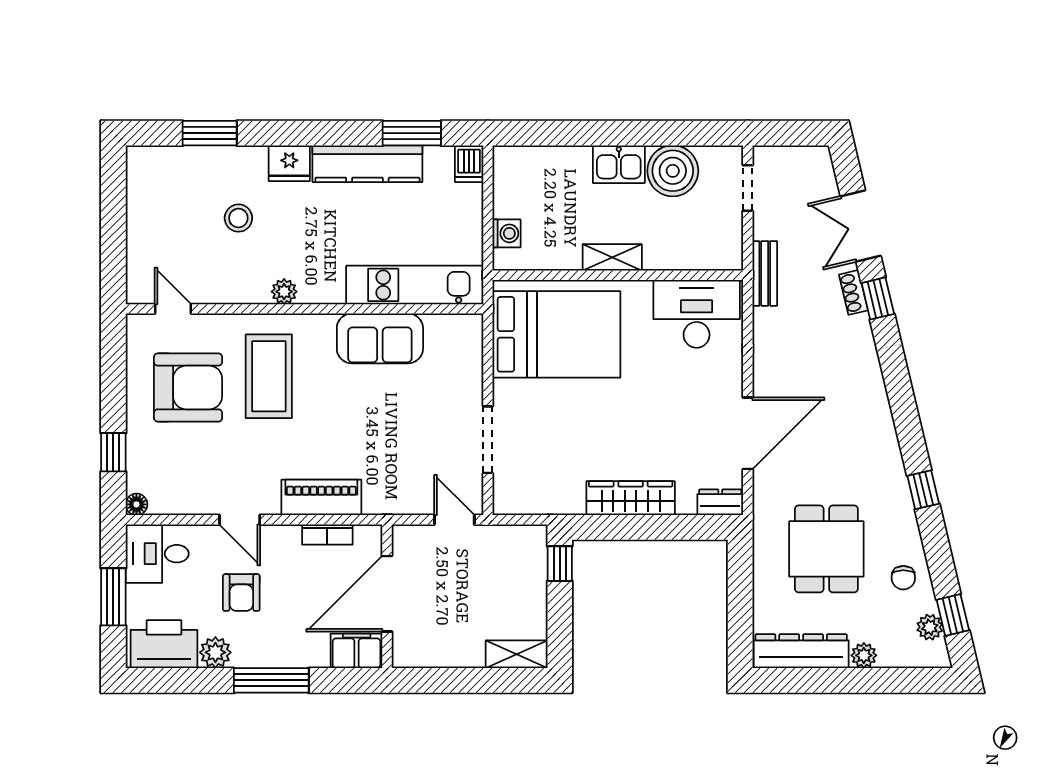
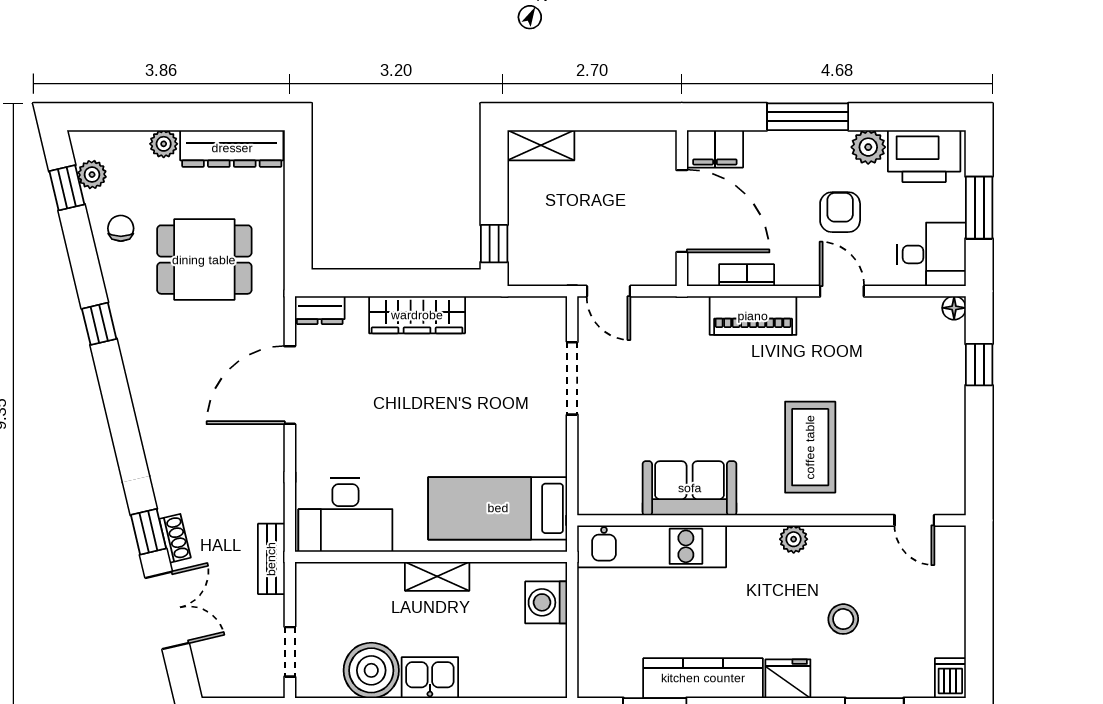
dishwasher: (469, 164) -> (950, 678), moved
washing machine: (506, 233) -> (546, 602), width x1.38, depth x1.38
bed: (556, 334) -> (498, 508), width x0.67
armchair: (188, 387) -> (898, 435), removed
dining table: (826, 549) -> (204, 260), turned 90
door: (387, 594) -> (682, 211), hinge flipped

